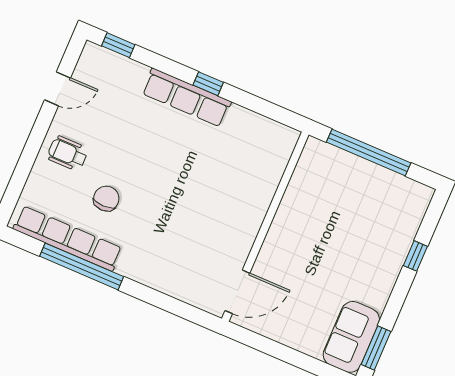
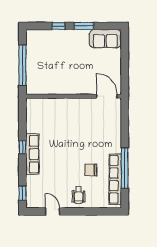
window: (376, 348) -> (84, 26), moved

